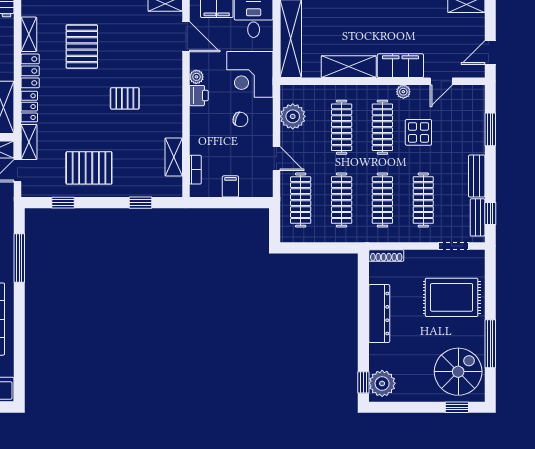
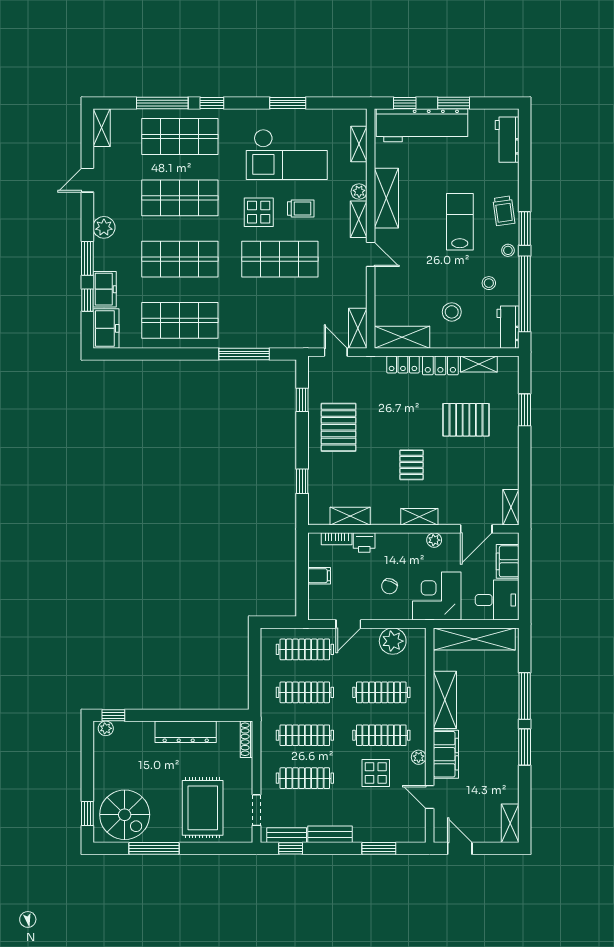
printer: (199, 96) -> (364, 543), moved
shelving: (29, 142) -> (419, 517), moved
plant: (382, 383) -> (106, 728), width x0.53, depth x0.53

